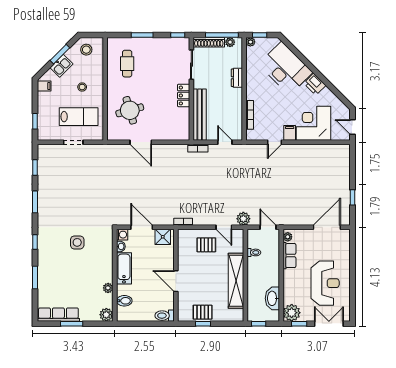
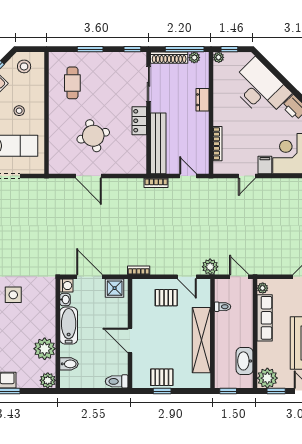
round table: (130, 110) -> (93, 136), moved
row of seats: (289, 256) -> (265, 318), width x1.48
plant: (108, 288) -> (45, 349), width x1.87, depth x1.87

